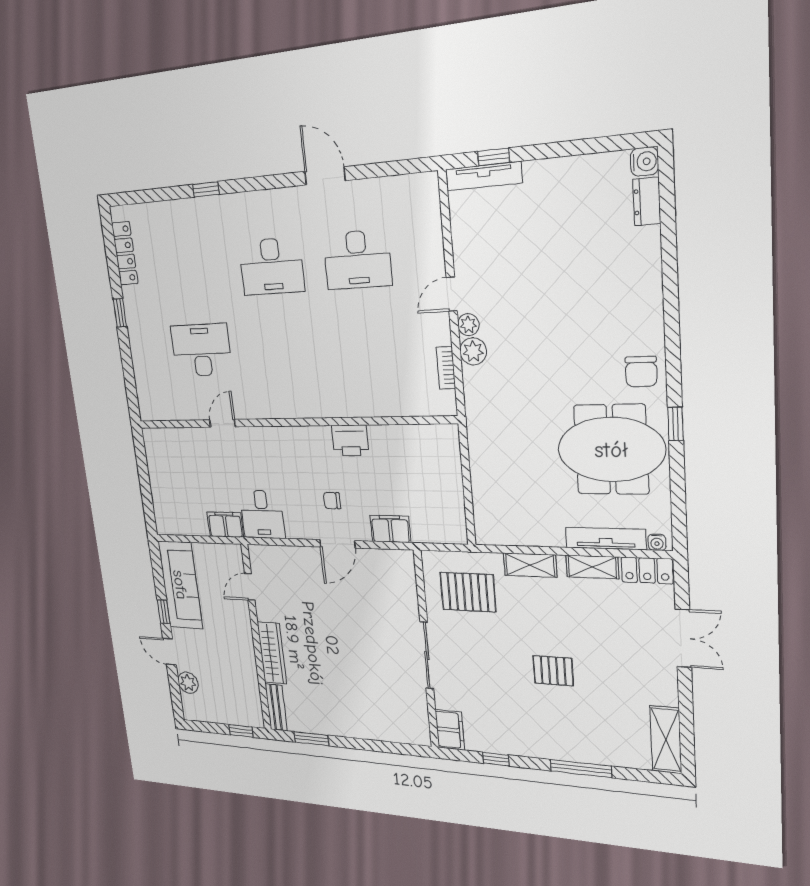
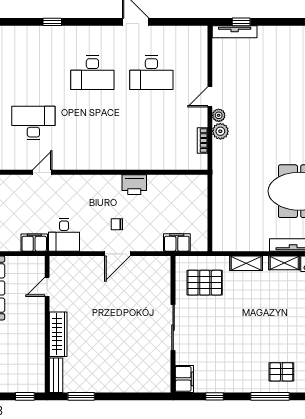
filing cabinet: (390, 529) -> (177, 243), moved
pallet: (553, 671) -> (281, 372), moved

